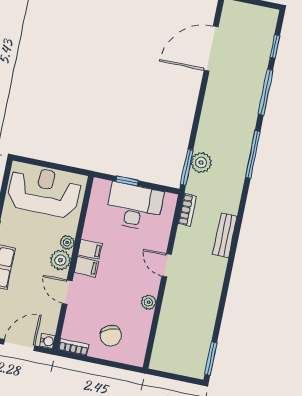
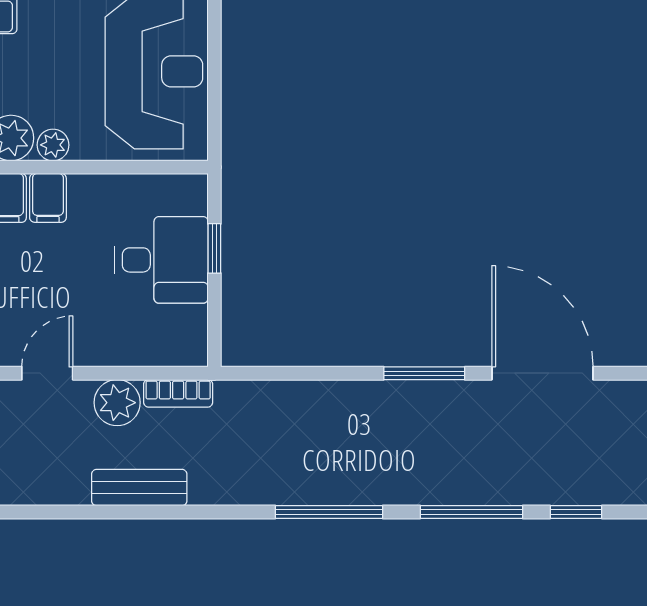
plant: (201, 163) -> (117, 403), moved
window: (187, 167) -> (424, 373), moved
desk: (134, 207) -> (161, 260), width x0.73

